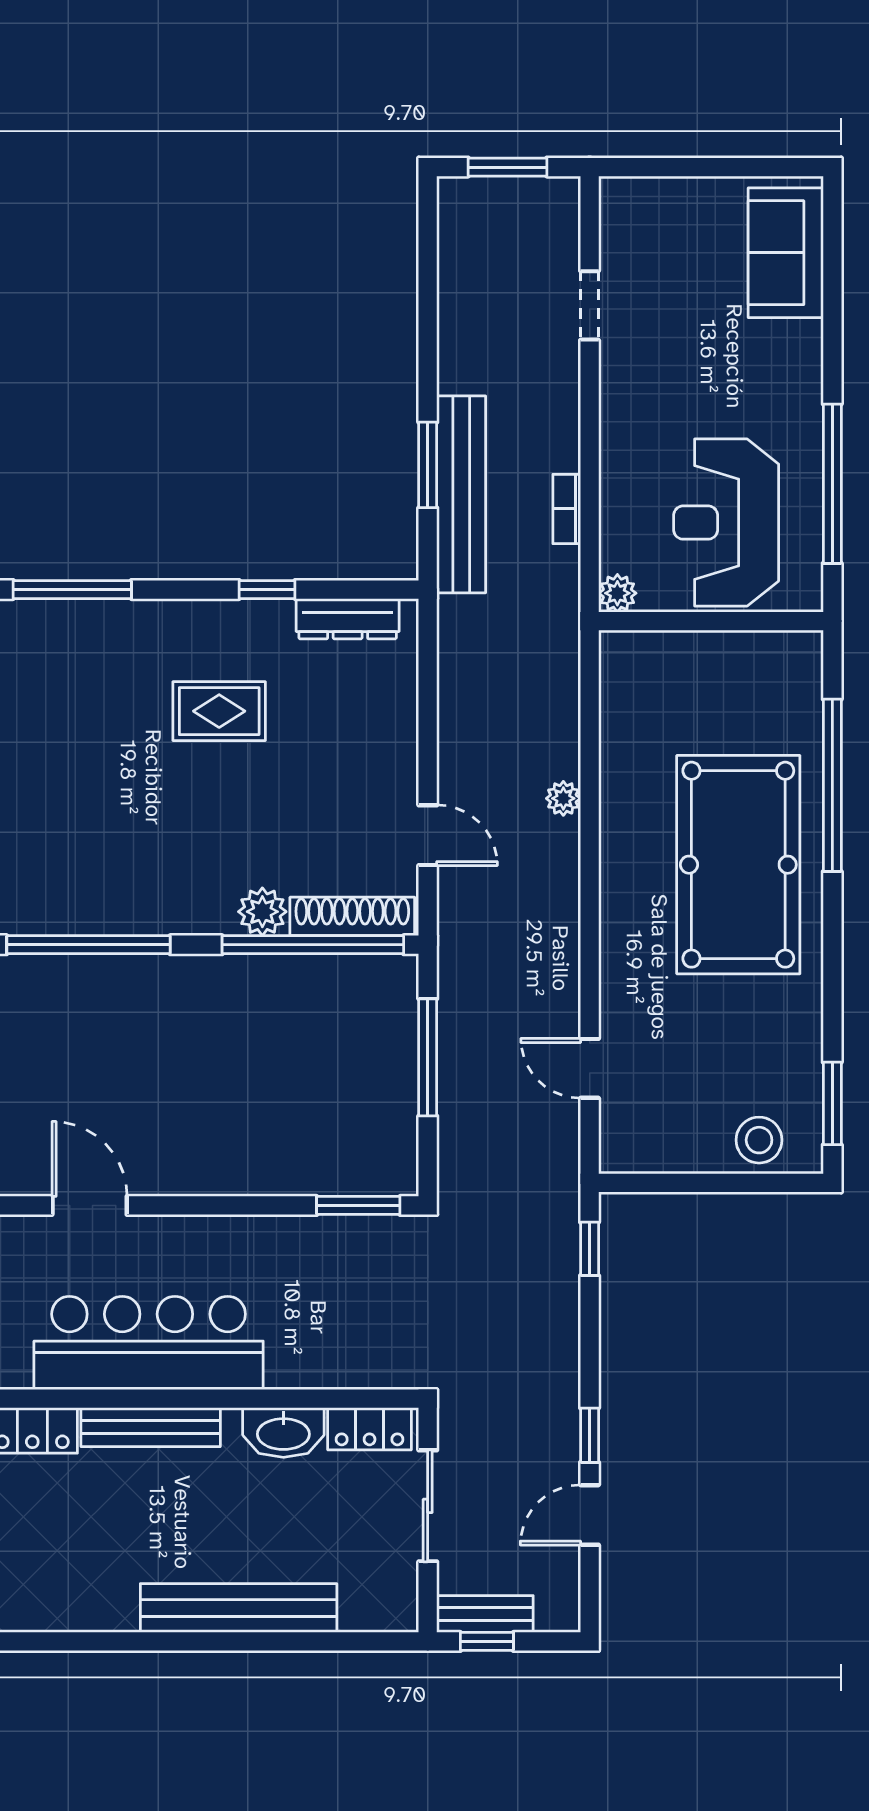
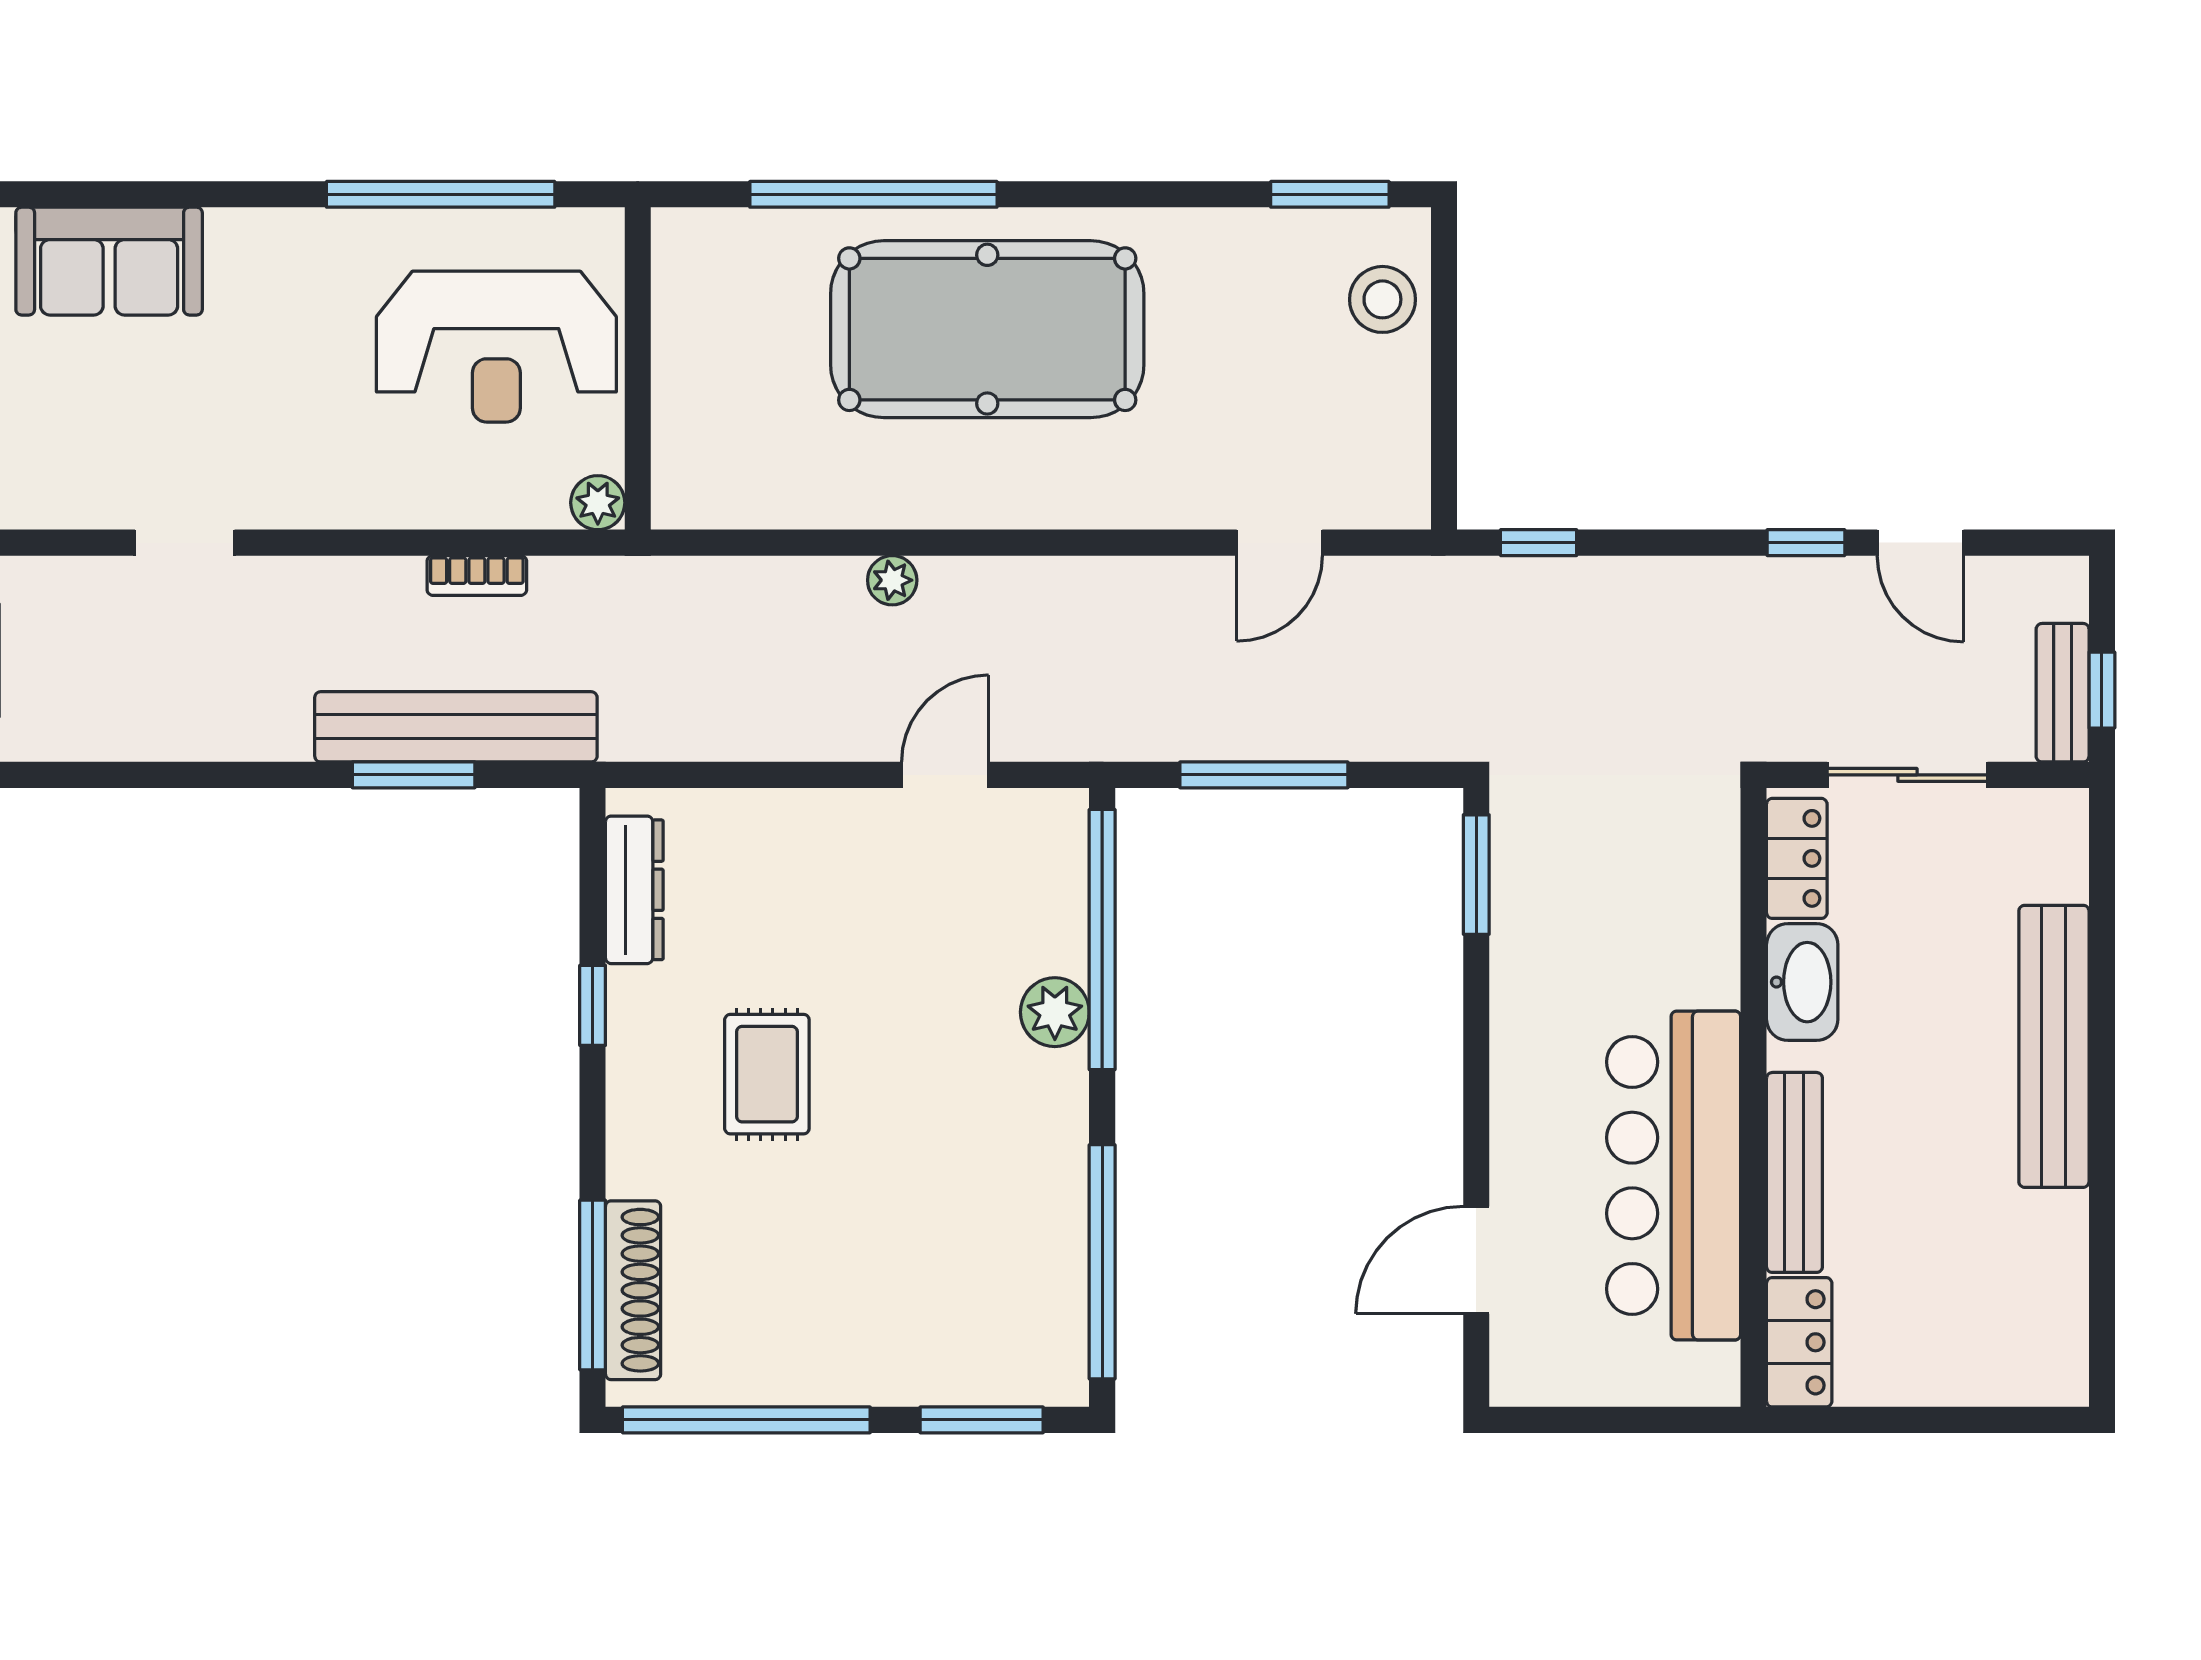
shoe rack: (352, 916) -> (633, 1290), moved, turned 180

